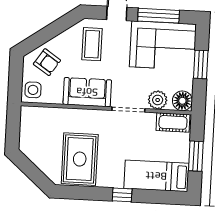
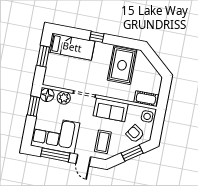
window: (47, 34) -> (132, 153), added
window: (201, 64) -> (34, 106), moved
cot: (173, 122) -> (146, 99), moved

